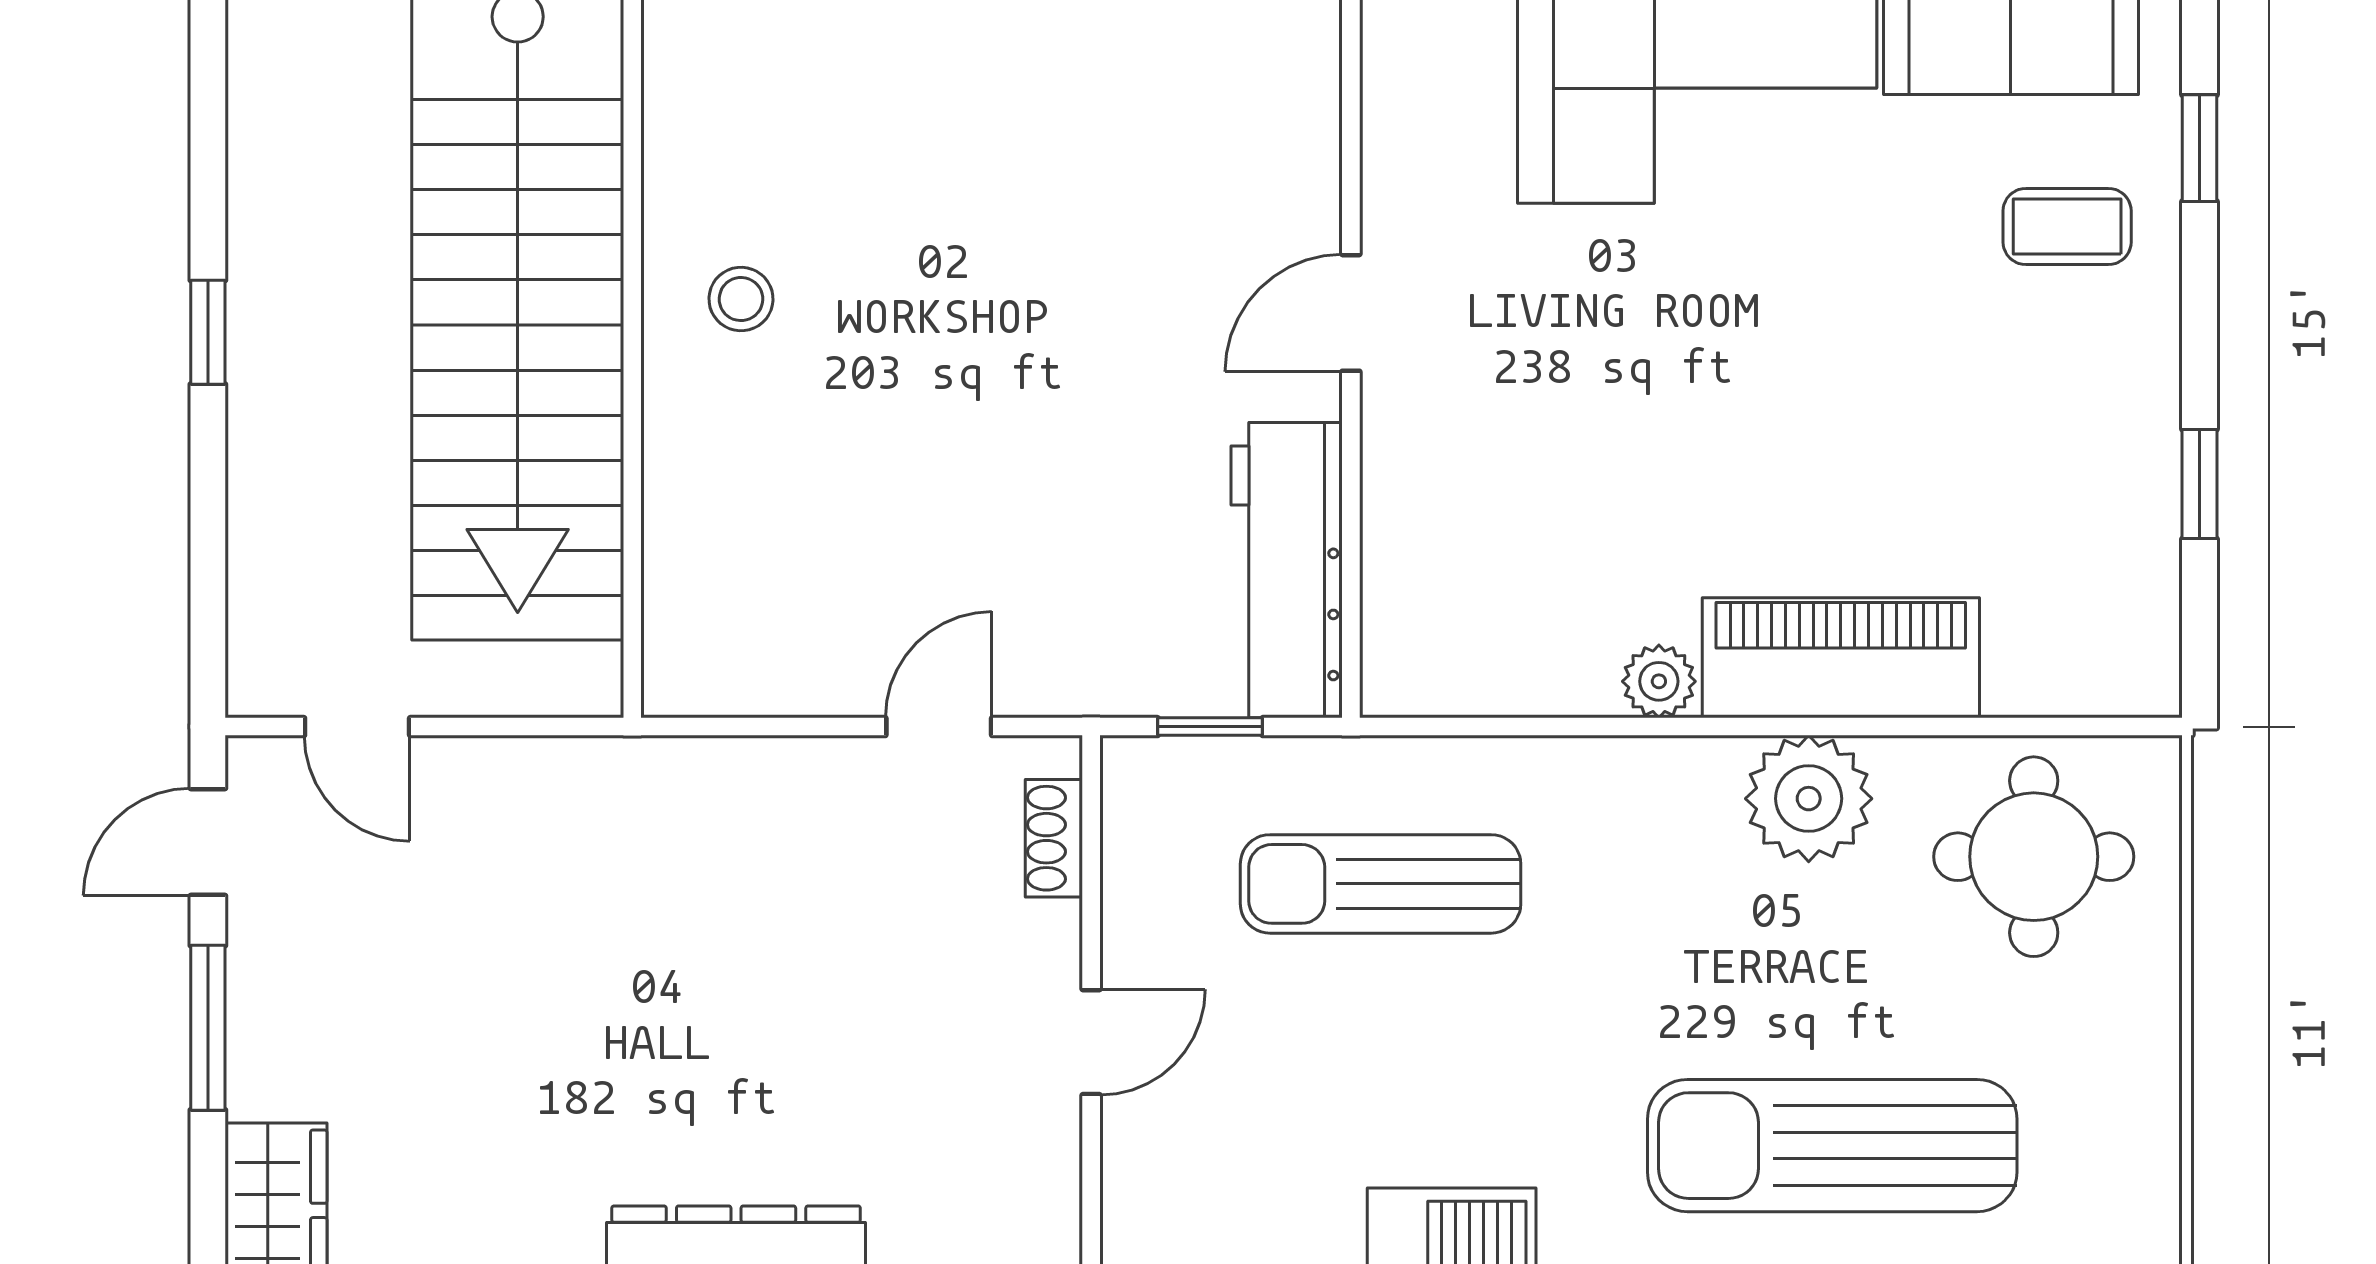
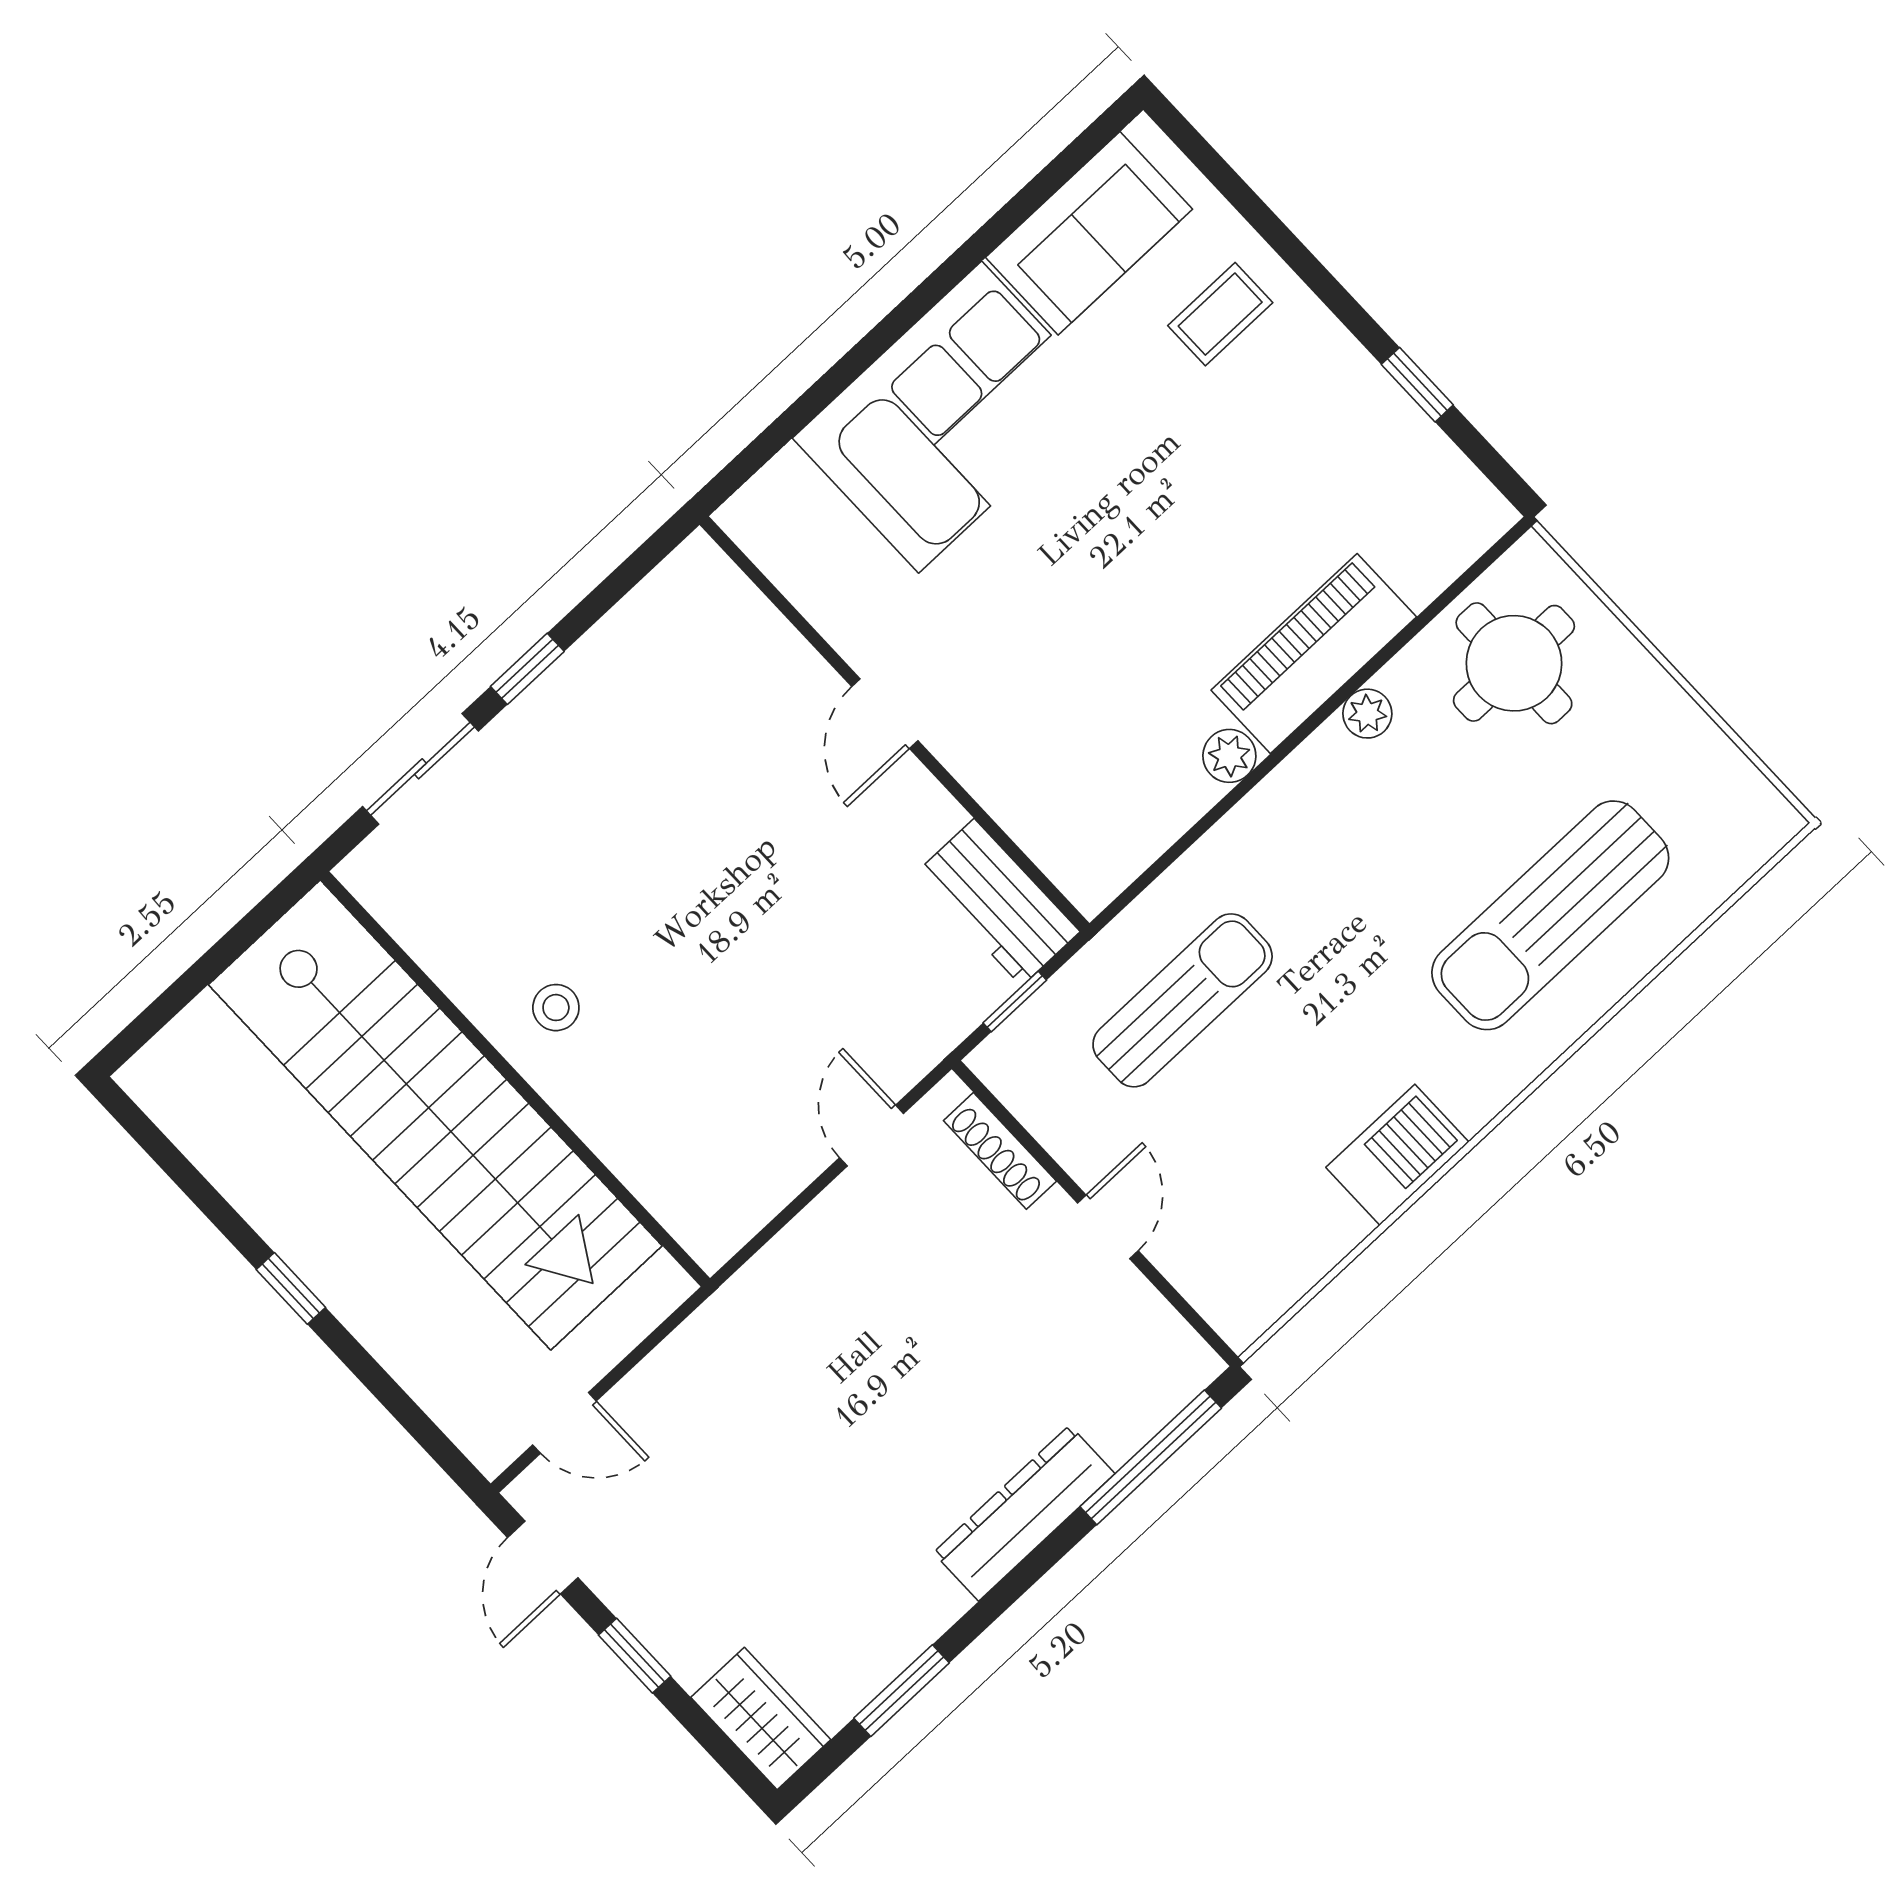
window: (2199, 148) -> (1251, 207), removed
workbench: (1287, 570) -> (998, 902), width x0.73
plant: (1809, 799) -> (1367, 714), width x0.53, depth x0.53
shoe rack: (1054, 838) -> (1000, 1151), width x1.43
sun lounger: (1381, 884) -> (1183, 1000), turned 180
window: (208, 1028) -> (635, 1656), width x0.67

